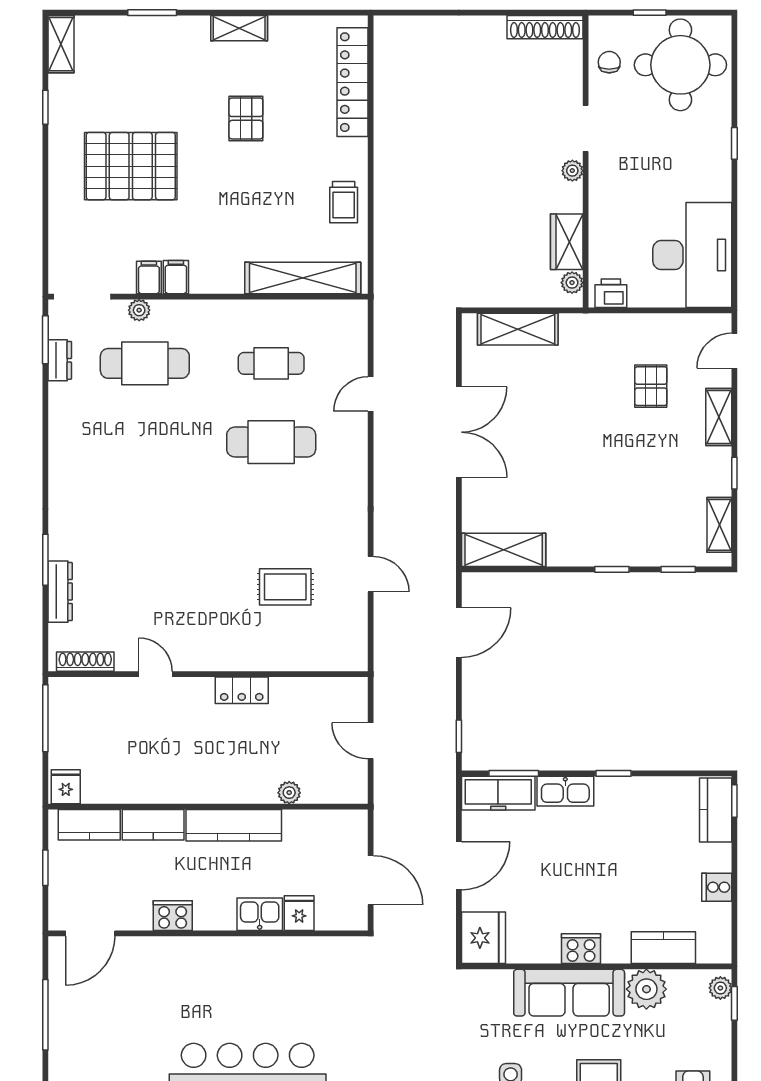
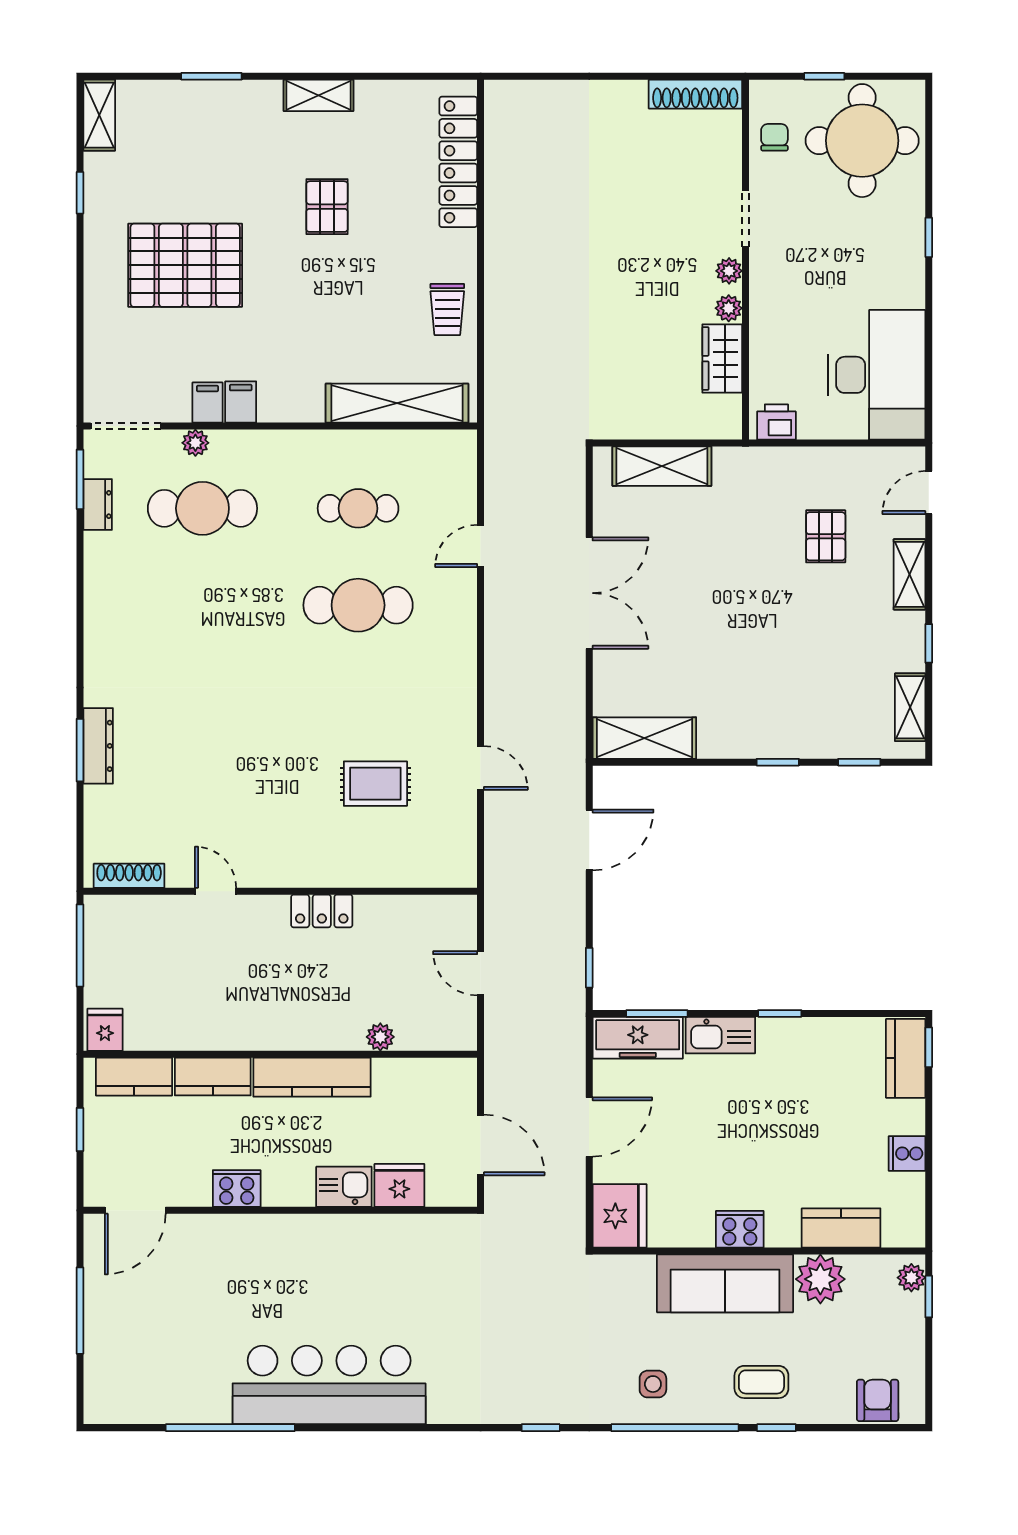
plant: (572, 283) -> (729, 308), moved
dresser: (60, 592) -> (98, 746), moved
fridge: (299, 913) -> (399, 1185), width x1.38

